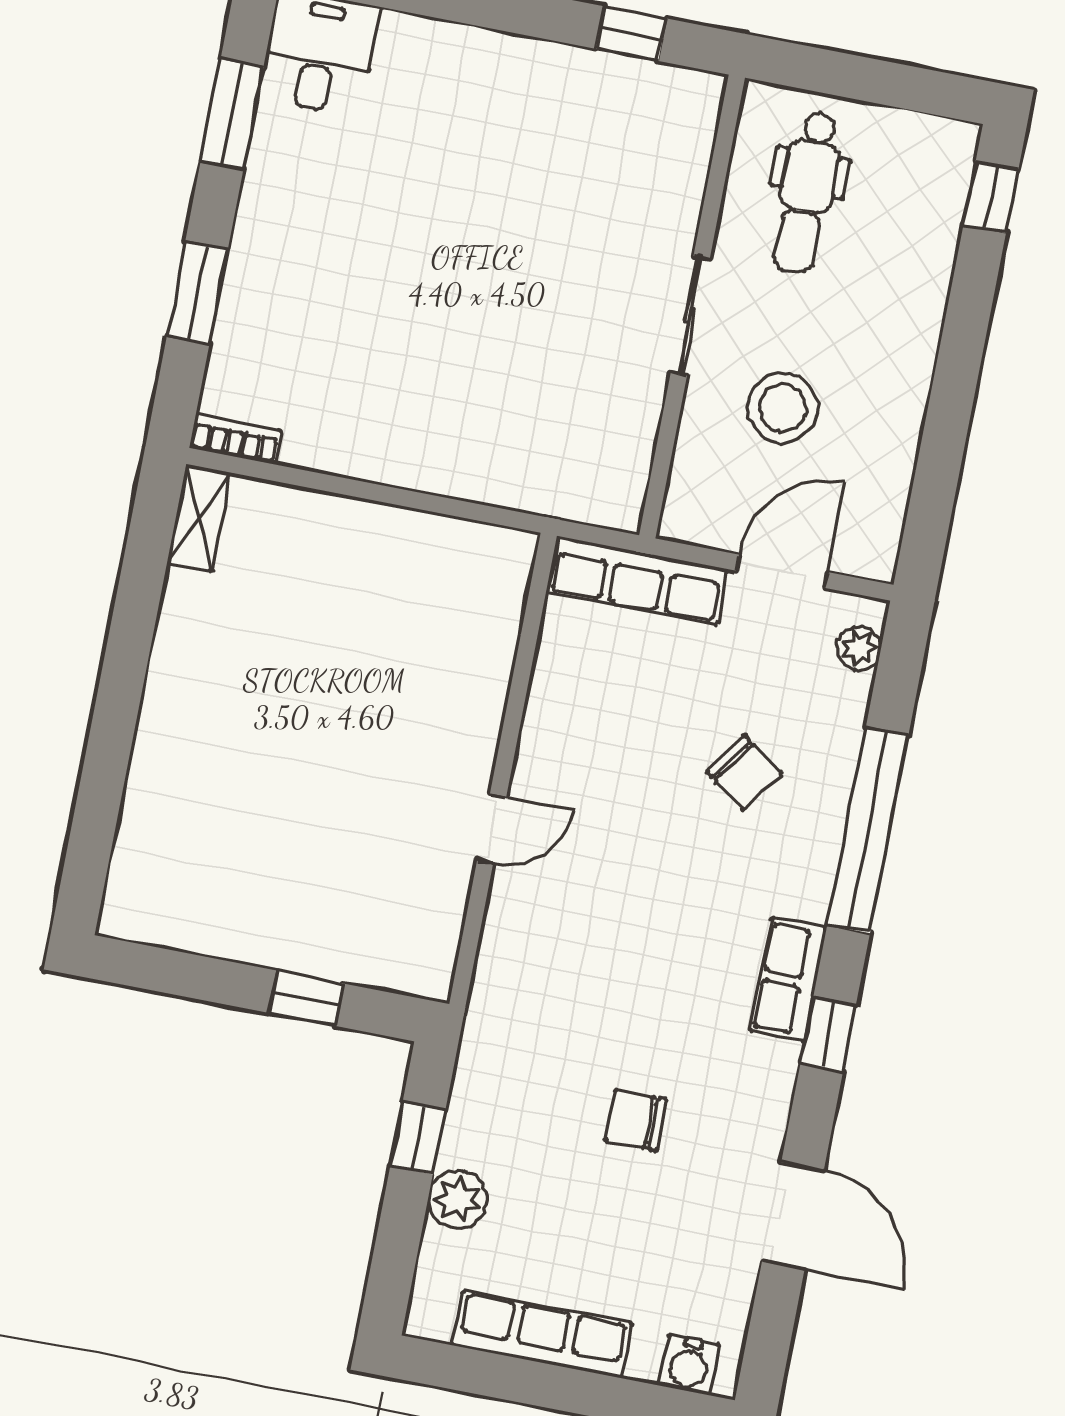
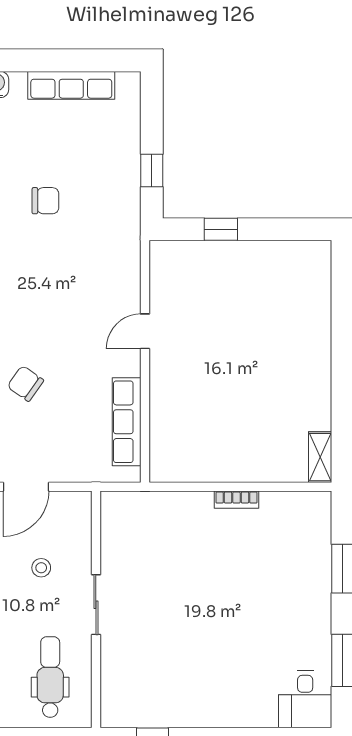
stool: (783, 408) -> (41, 568), width x0.53, depth x0.53
bookcase: (235, 439) -> (236, 500), moved
row of seats: (637, 580) -> (127, 422), moved, turned -90
plant: (458, 1200) -> (126, 144), removed

